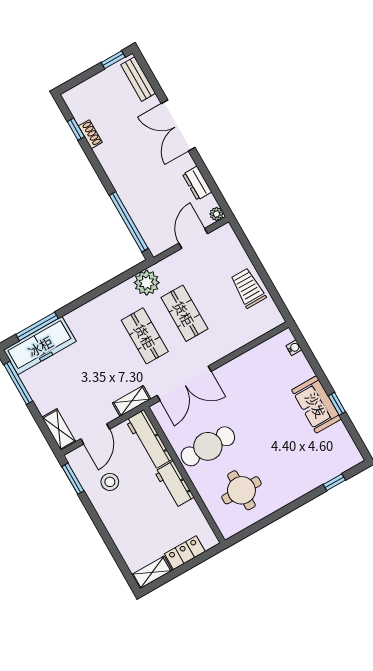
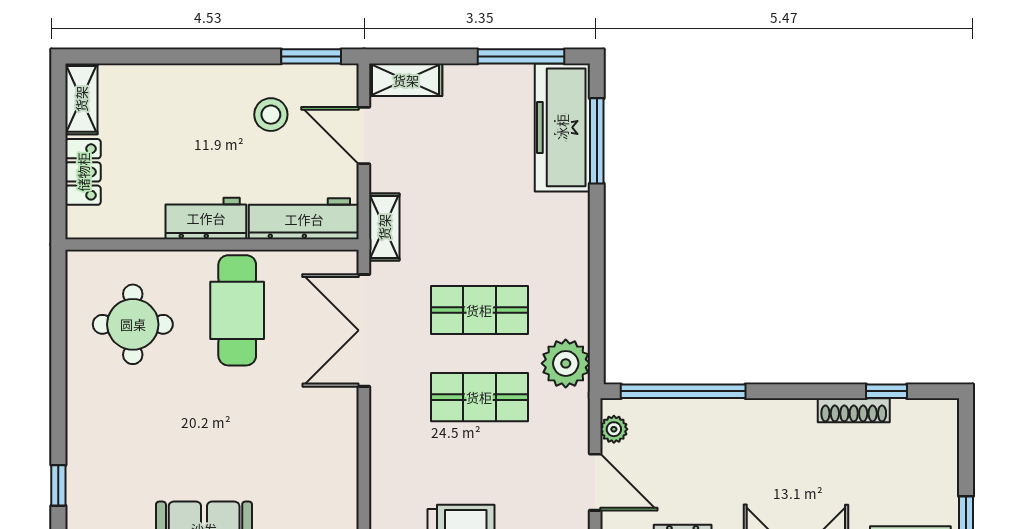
shoe rack: (90, 134) -> (854, 410), width x1.43
plant: (164, 244) -> (614, 429), added

